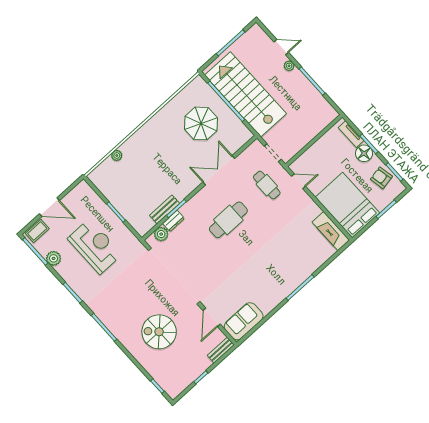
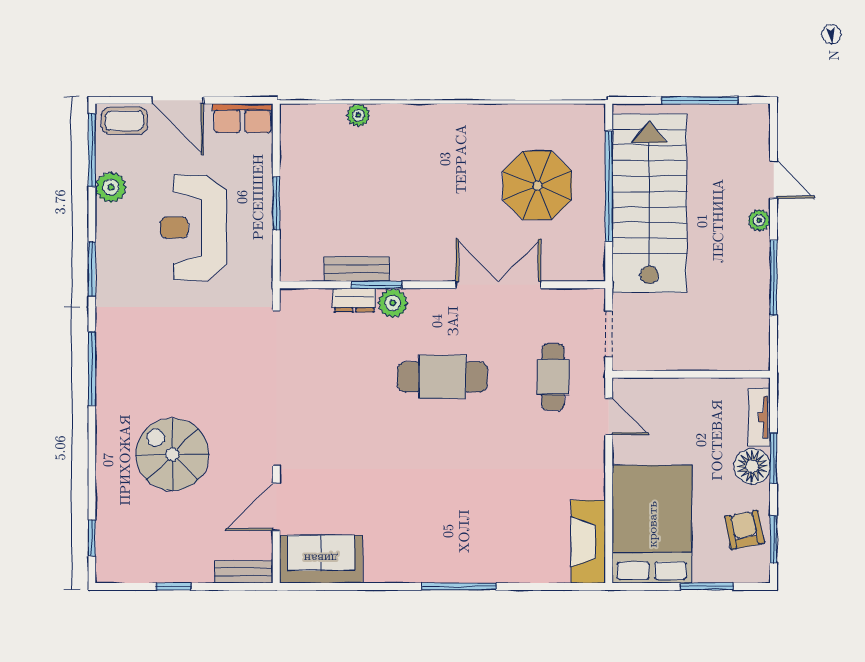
row of seats: (77, 193) -> (242, 118), added
plant: (161, 234) -> (393, 303), moved
reception desk: (95, 246) -> (193, 228), turned 180

